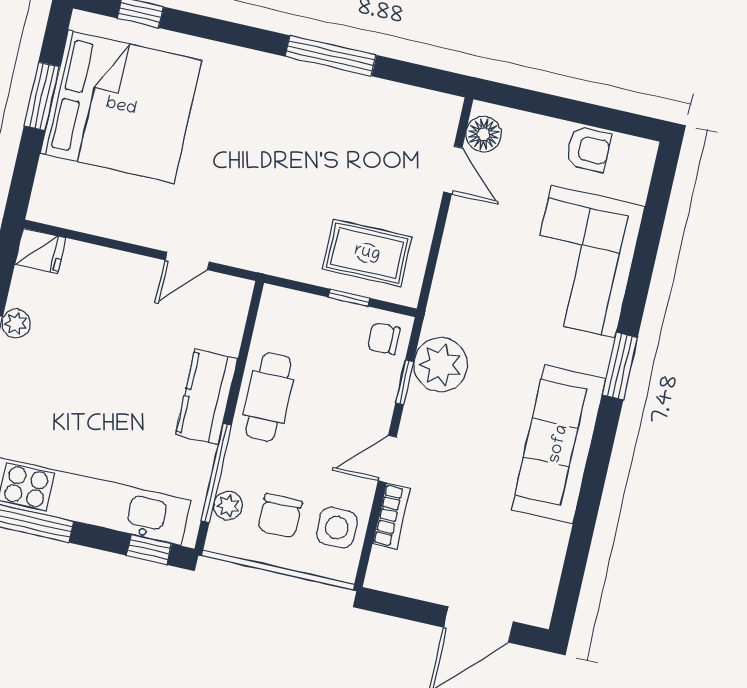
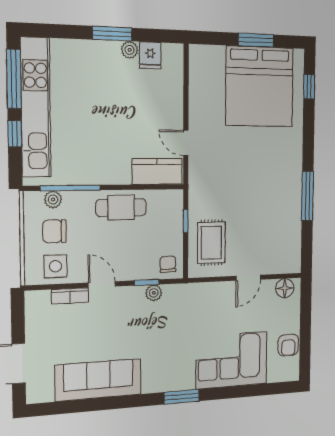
door: (453, 170) -> (248, 278), moved
fridge: (40, 251) -> (150, 55), moved
window: (349, 298) -> (186, 221), moved
plant: (441, 365) -> (154, 293), width x0.53, depth x0.53
kitchen counter: (207, 397) -> (157, 171), moved
sofa: (559, 444) -> (99, 380), moved
window: (149, 550) -> (15, 134), moved

